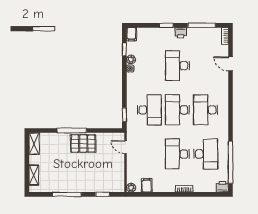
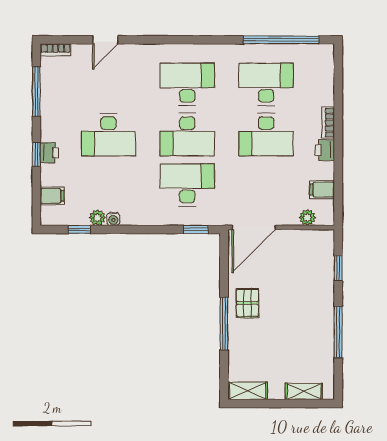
printer: (181, 33) -> (49, 153), moved
filing cabinet: (132, 34) -> (52, 196), moved
desk: (206, 110) -> (187, 84), turned 180
pallet: (83, 144) -> (247, 303), width x0.67, depth x0.71
door: (125, 147) -> (254, 227), width x1.87
printer: (222, 187) -> (325, 150), moved
plant: (131, 188) -> (307, 217), moved

